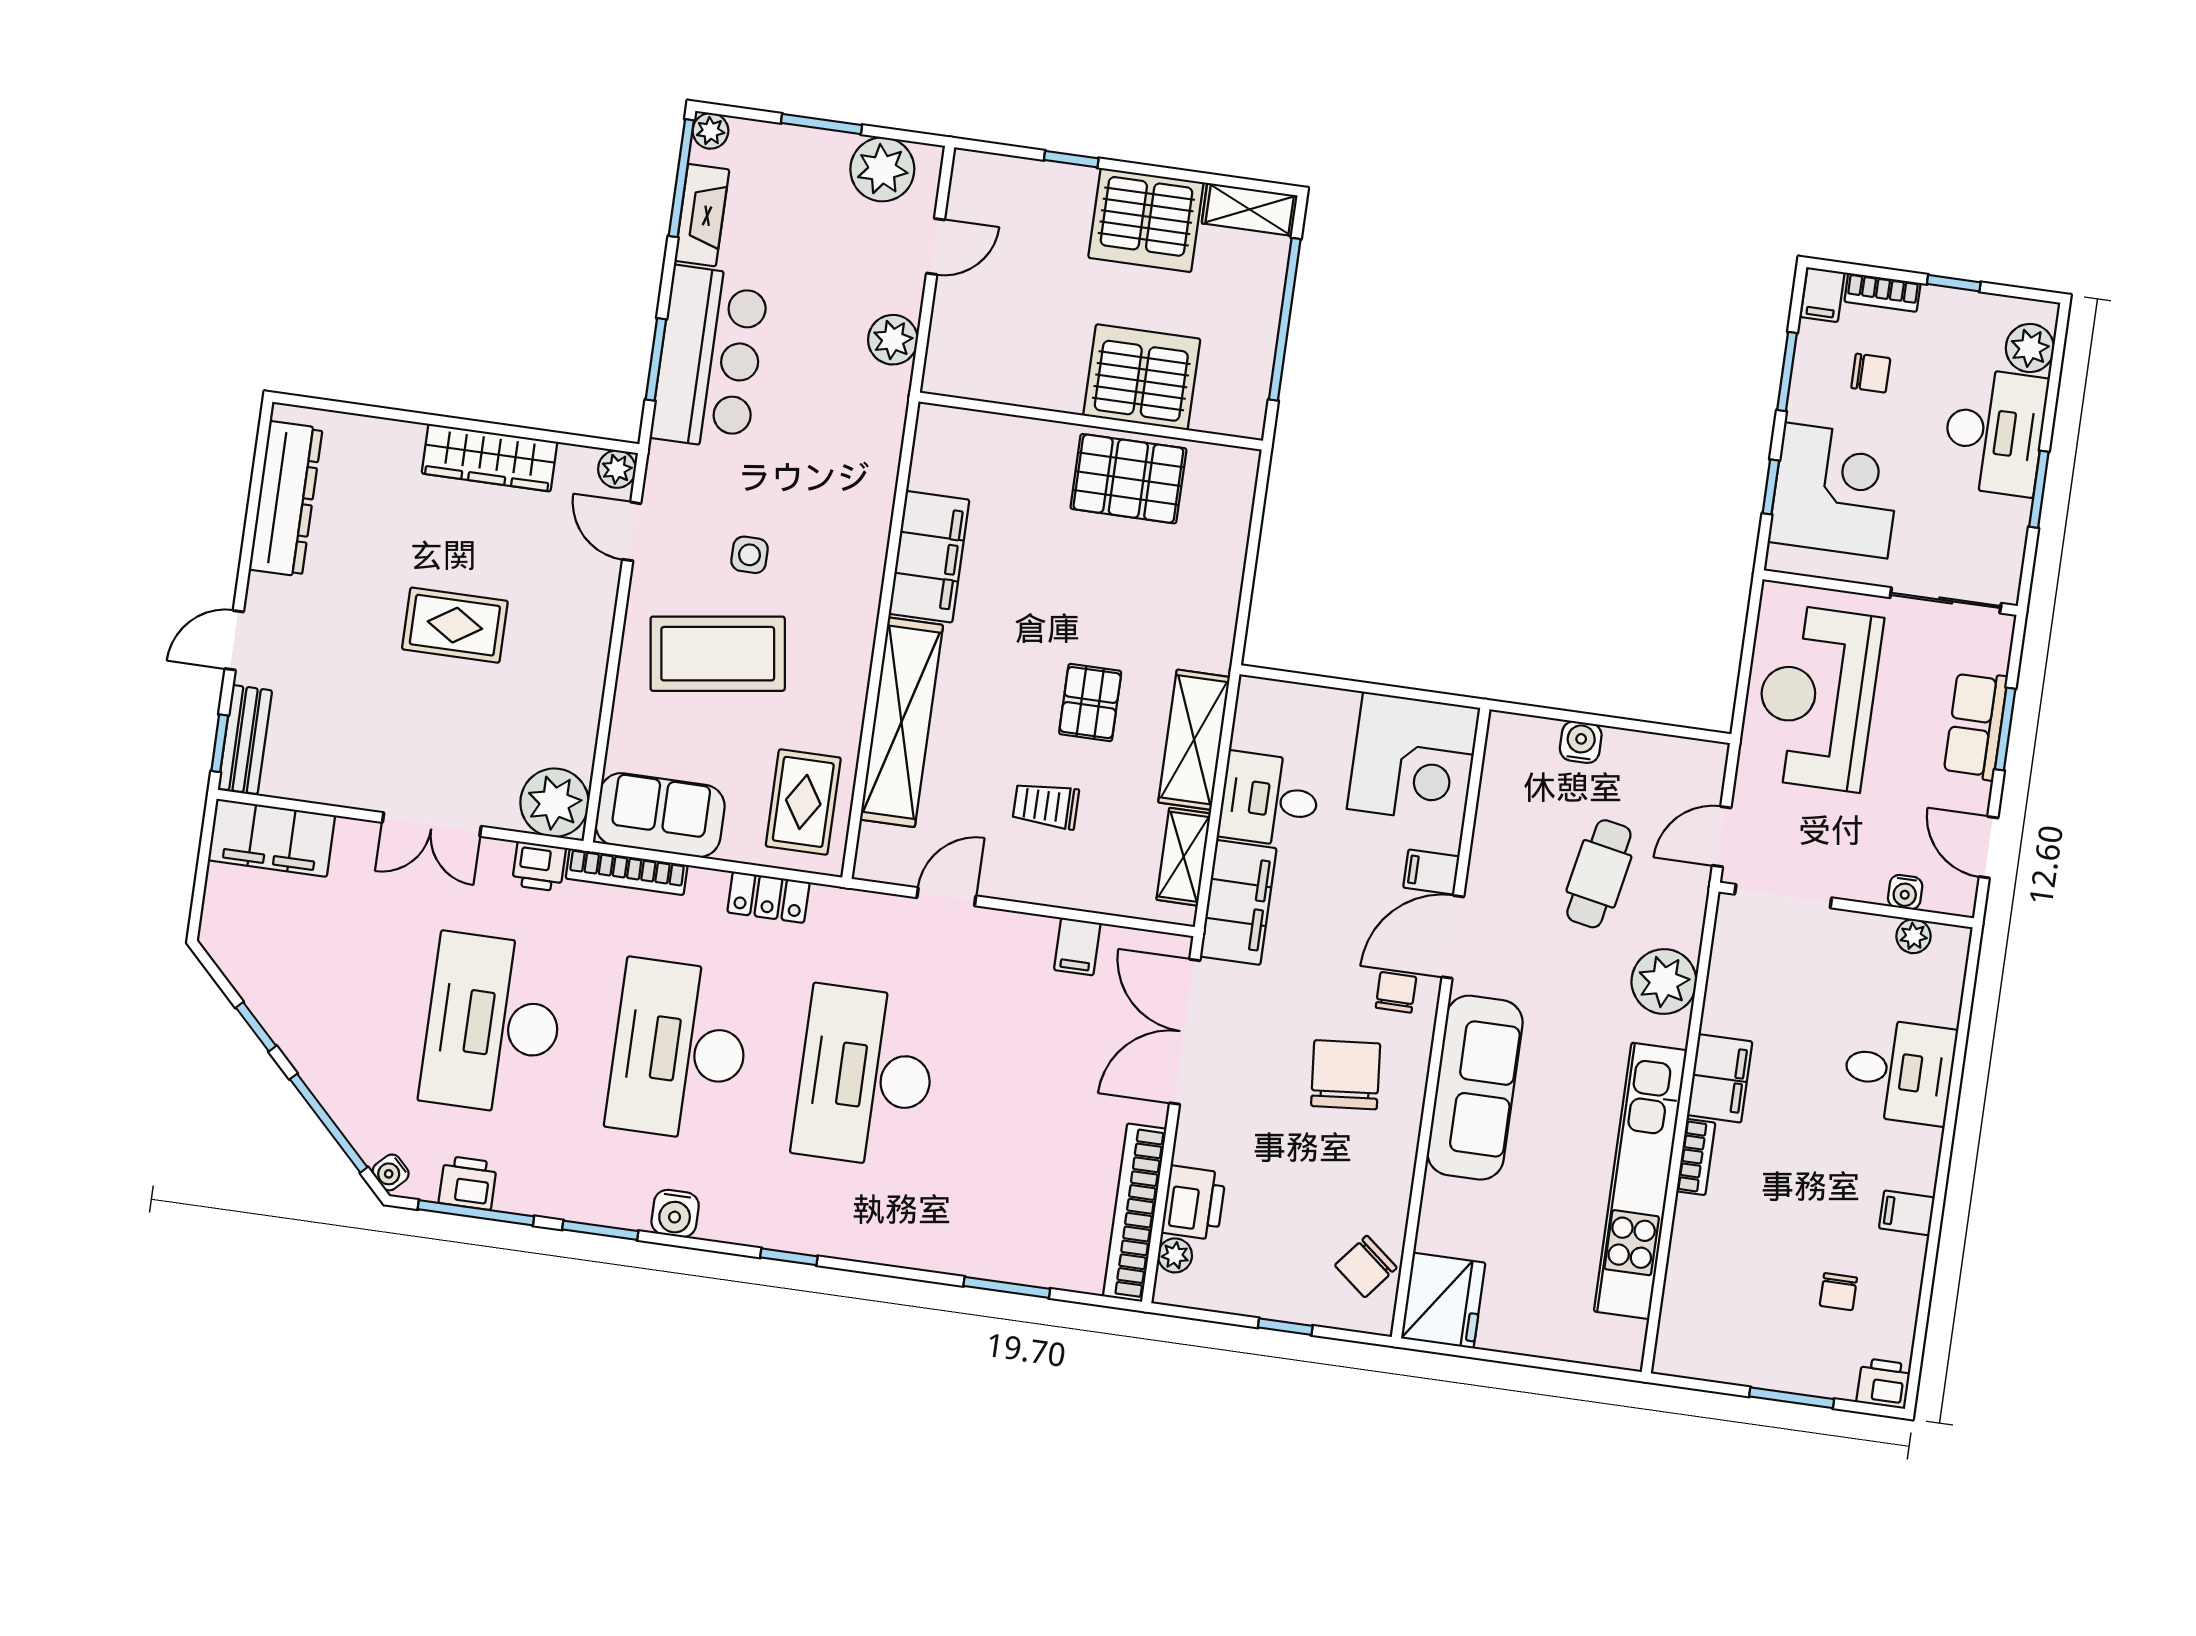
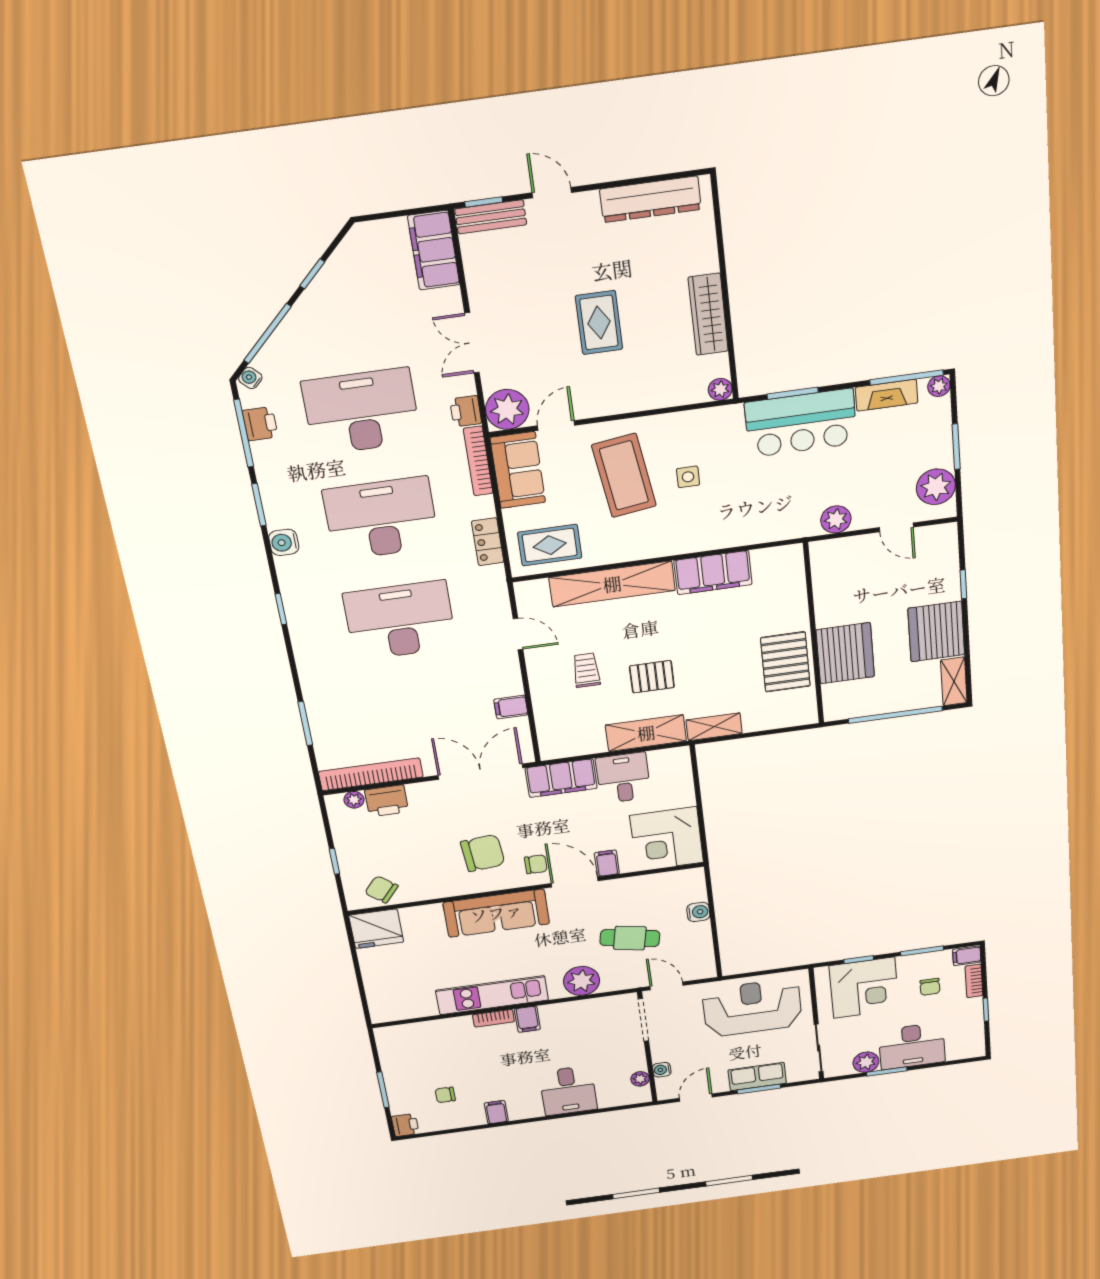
plant: (2030, 348) -> (866, 1062), moved
door: (632, 531) -> (556, 426), moved
shelving: (1184, 857) -> (714, 727), moved
filing cabinet: (1720, 1078) -> (527, 1019), width x0.50
kitchen unit: (1640, 1181) -> (492, 995), width x0.73

